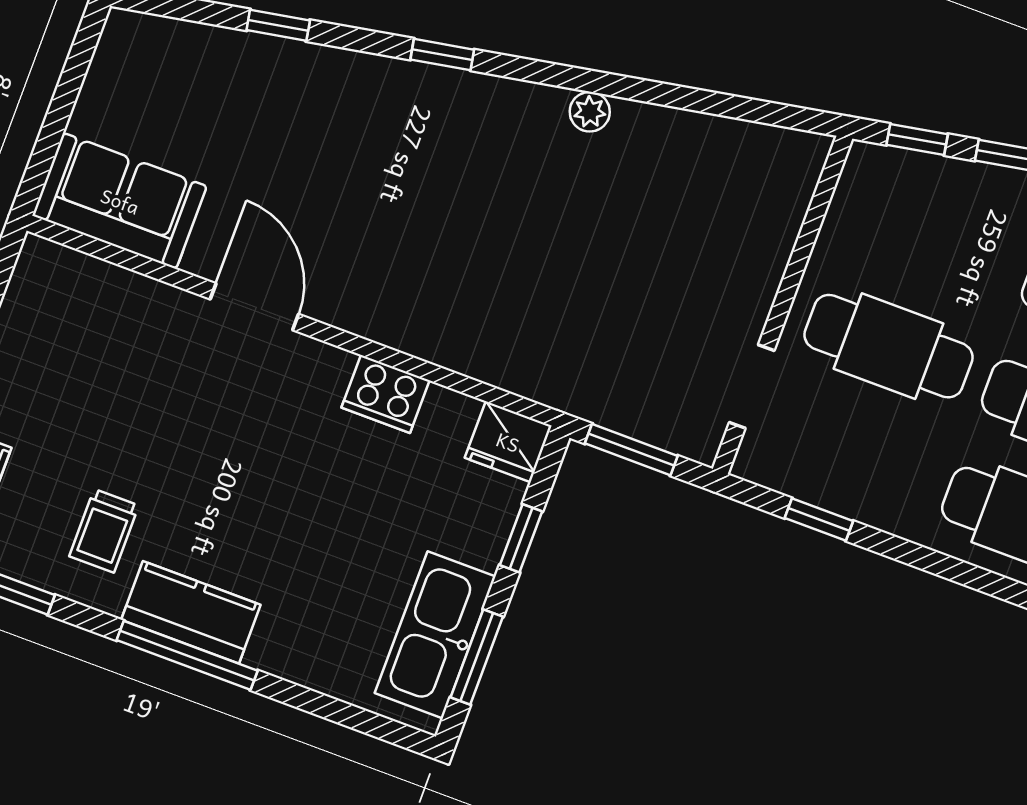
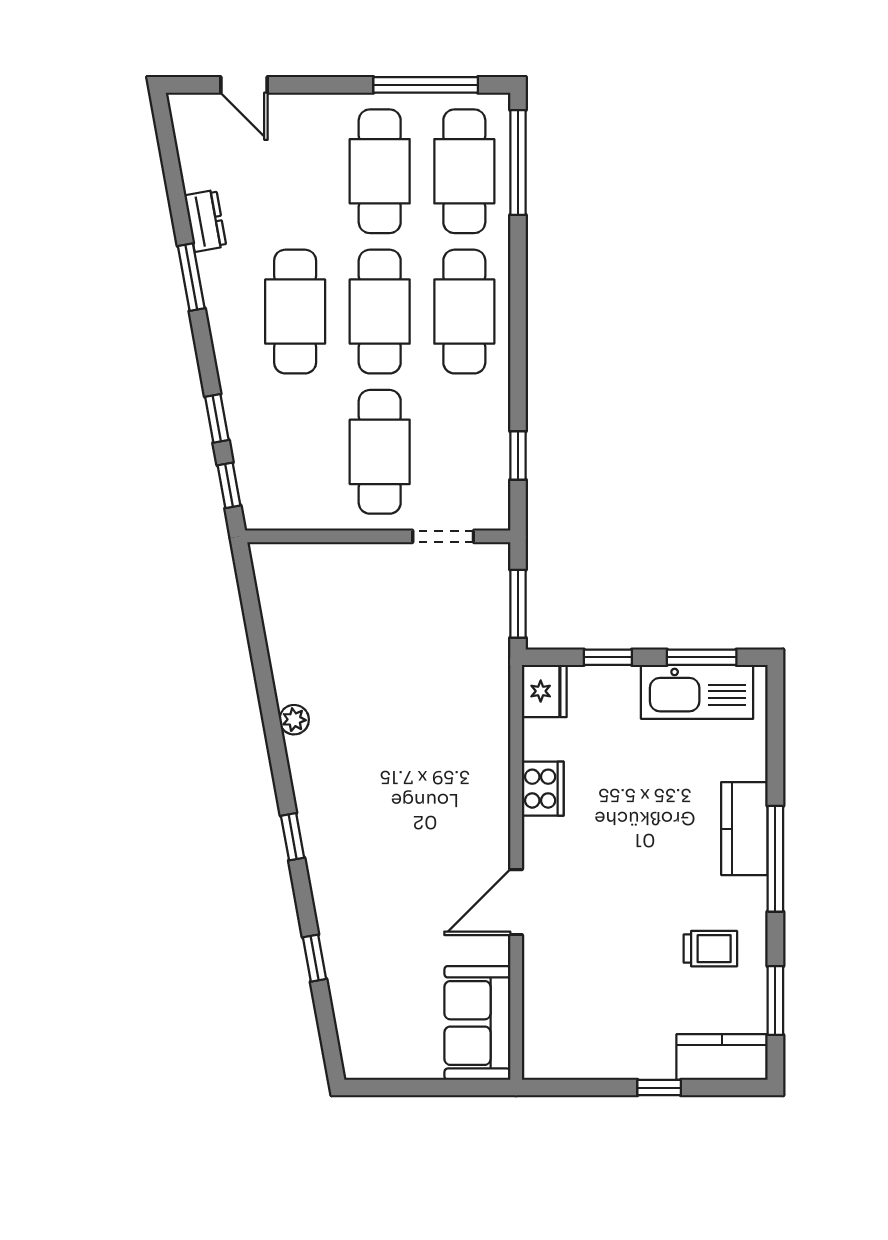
kitchen counter: (191, 612) -> (744, 829), moved

